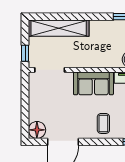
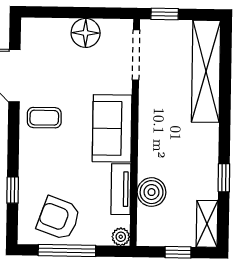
coffee table: (103, 123) -> (44, 118), moved
floor lamp: (37, 130) -> (86, 33), moved

